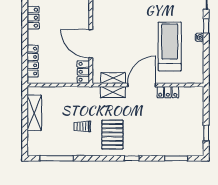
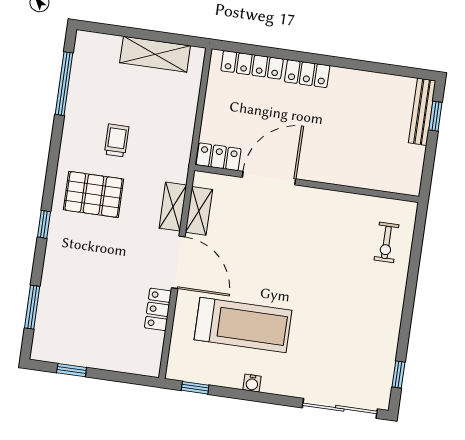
locker: (33, 18) -> (307, 74), moved
window: (206, 26) -> (195, 388), moved

